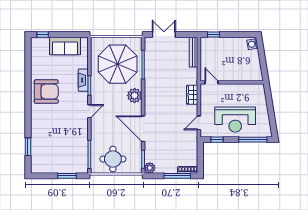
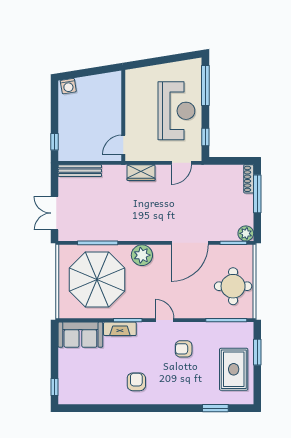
sofa: (65, 46) -> (80, 335), moved, turned 90
armchair: (46, 92) -> (136, 382), width x0.53, depth x0.53
door: (199, 123) -> (181, 163), hinge flipped
armchair: (69, 124) -> (184, 349), added
rug: (55, 159) -> (234, 369), added

